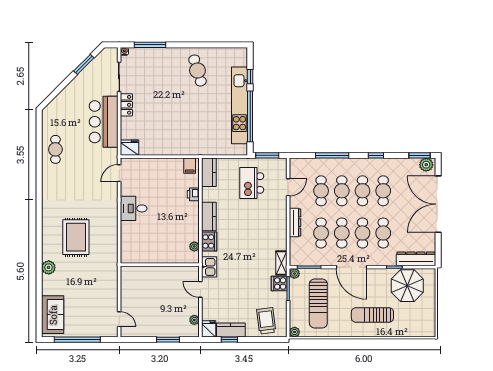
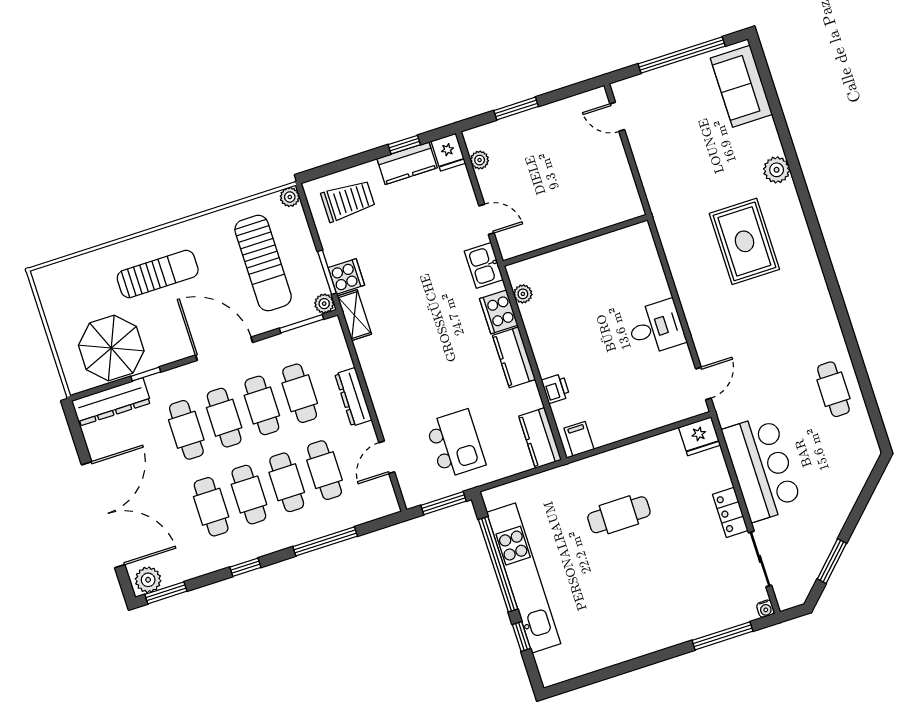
cafe table: (197, 71) -> (619, 515), moved, turned -73
sun lounger: (318, 303) -> (263, 263), turned 180
trolley: (266, 321) -> (348, 201), turned -83

